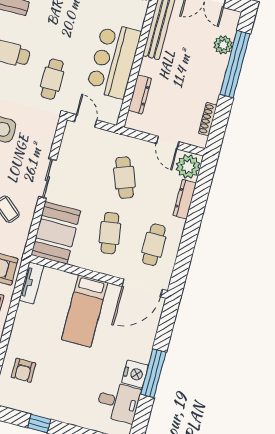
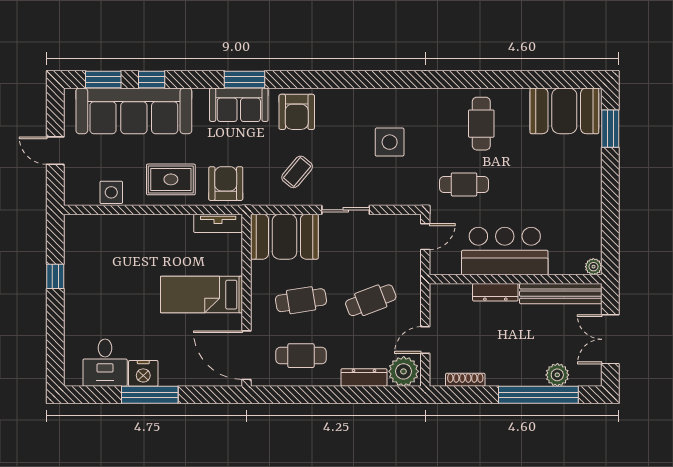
dresser: (140, 94) -> (495, 292), moved
armchair: (24, 370) -> (113, 241), removed

